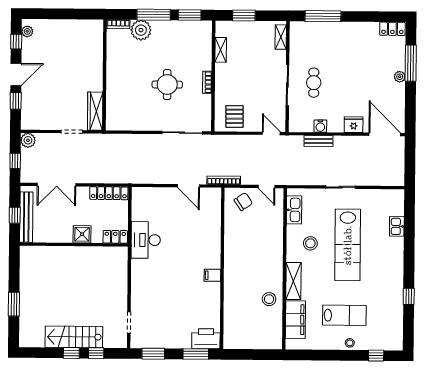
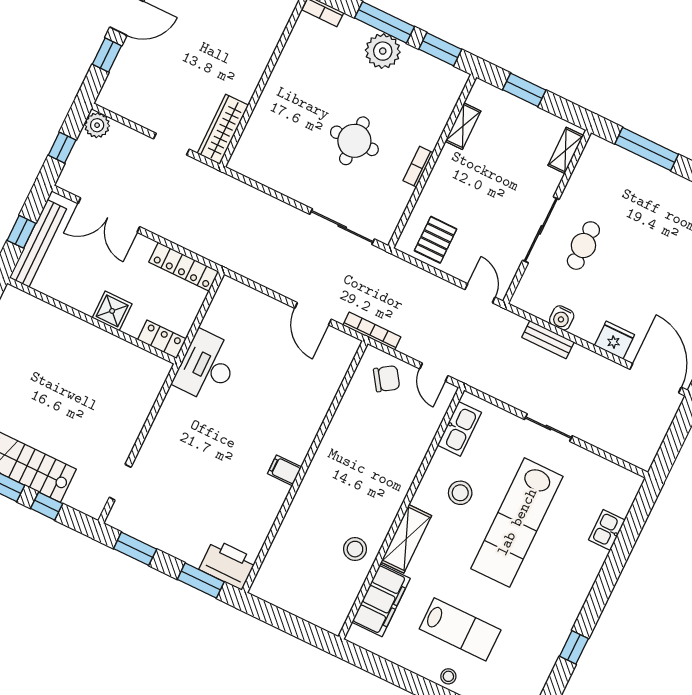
plant: (141, 30) -> (383, 51), moved

